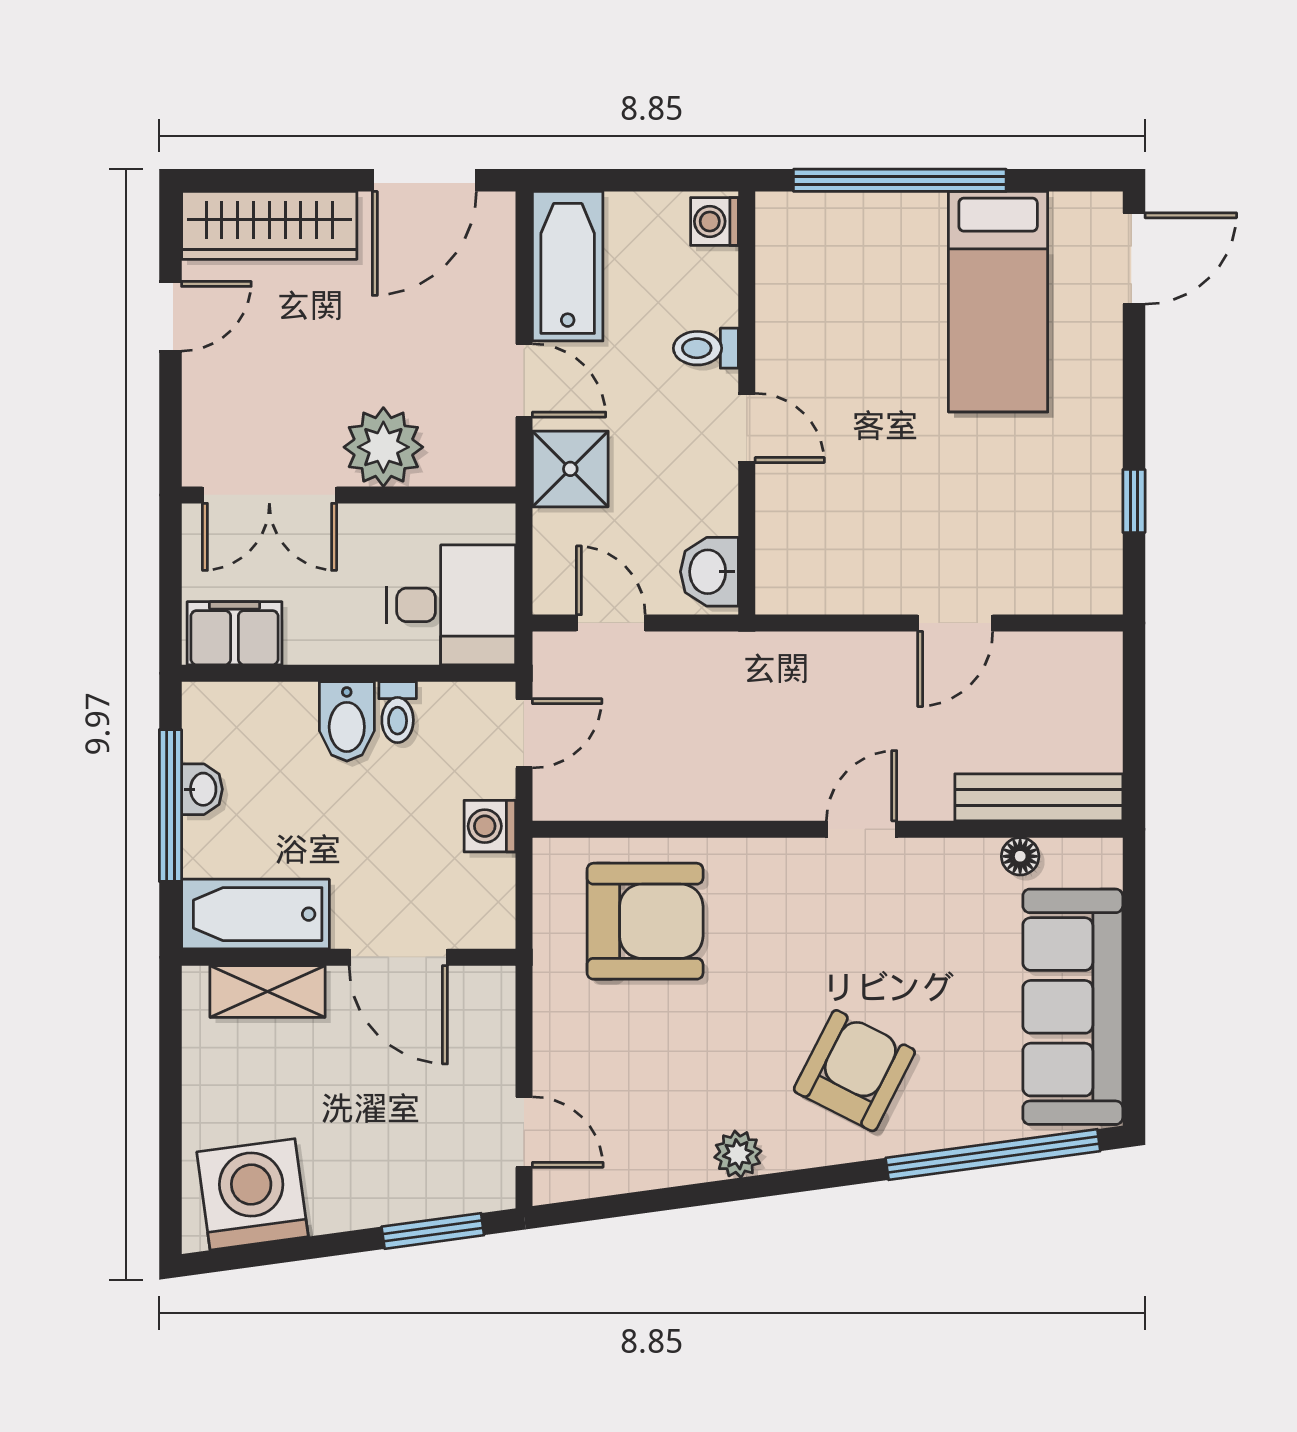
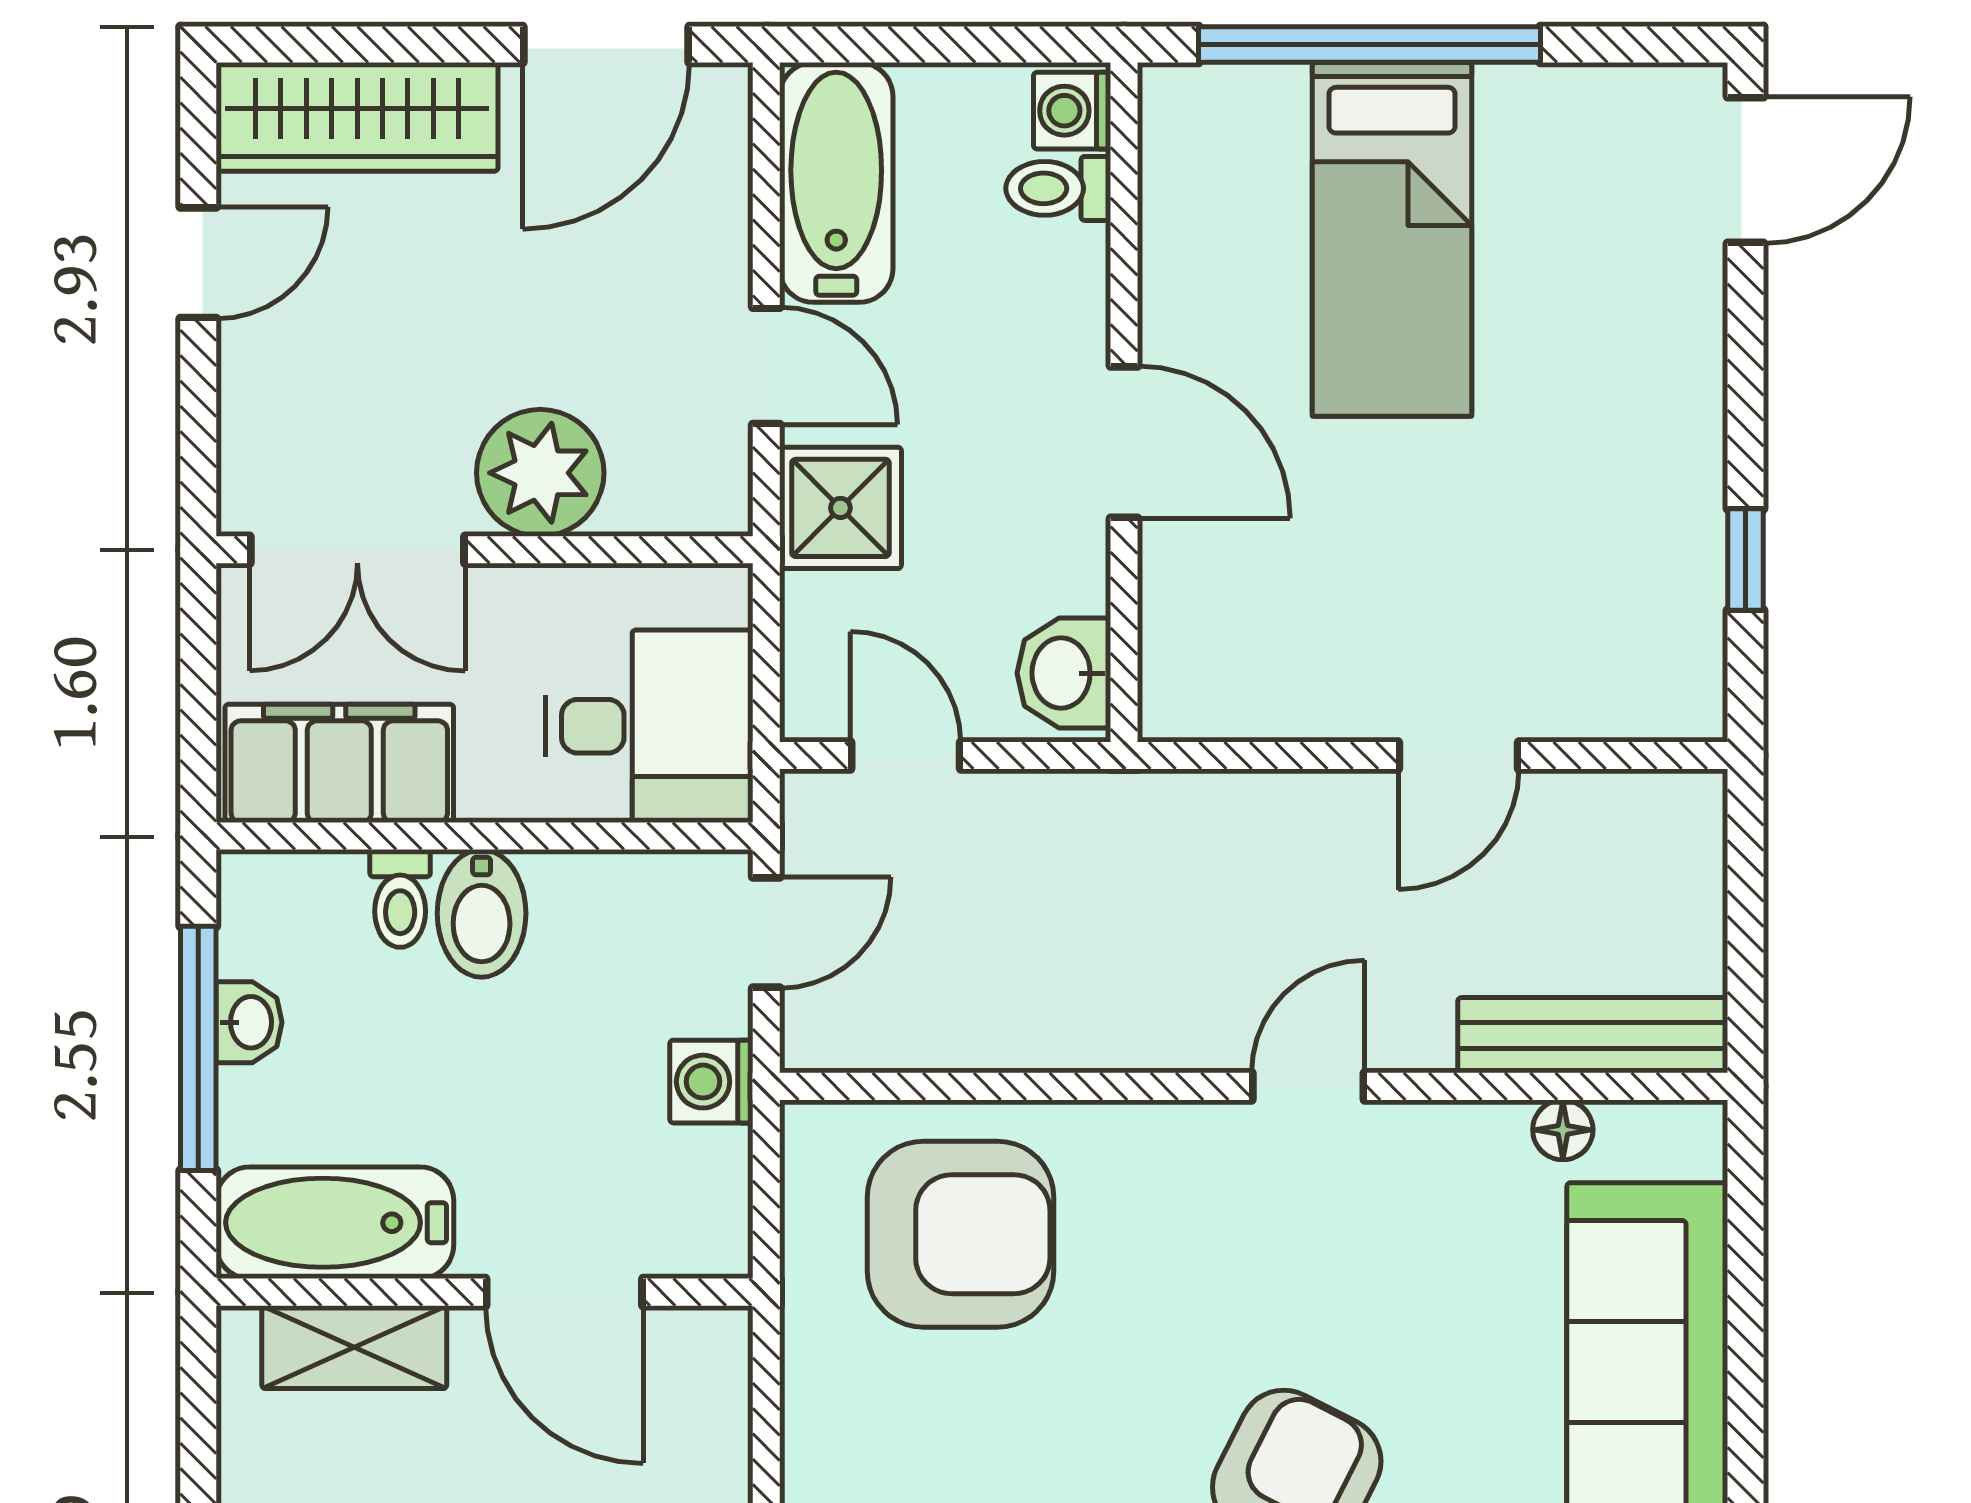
bed: (998, 302) -> (1392, 239), moved
toilet: (706, 348) -> (1058, 188), moved
door: (747, 428) -> (1124, 442), width x1.38
filing cabinet: (234, 633) -> (339, 763), width x1.50, depth x1.17
toilet: (398, 712) -> (400, 898), moved

